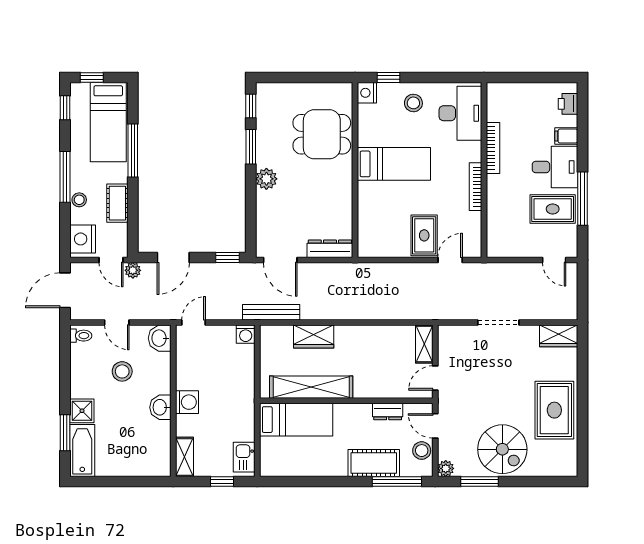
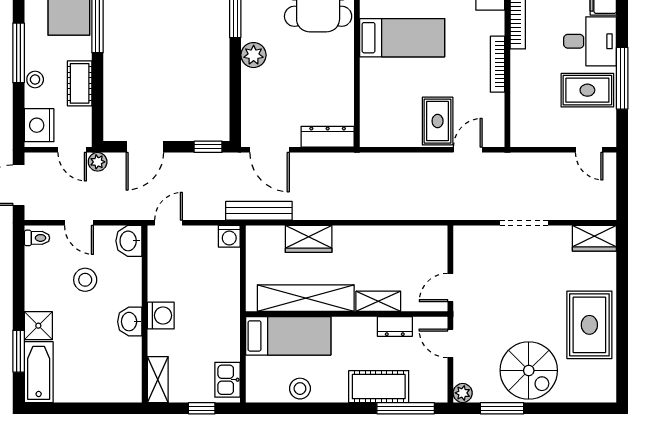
shelving: (424, 344) -> (378, 301), moved, turned 90
stool: (422, 451) -> (300, 389), moved

